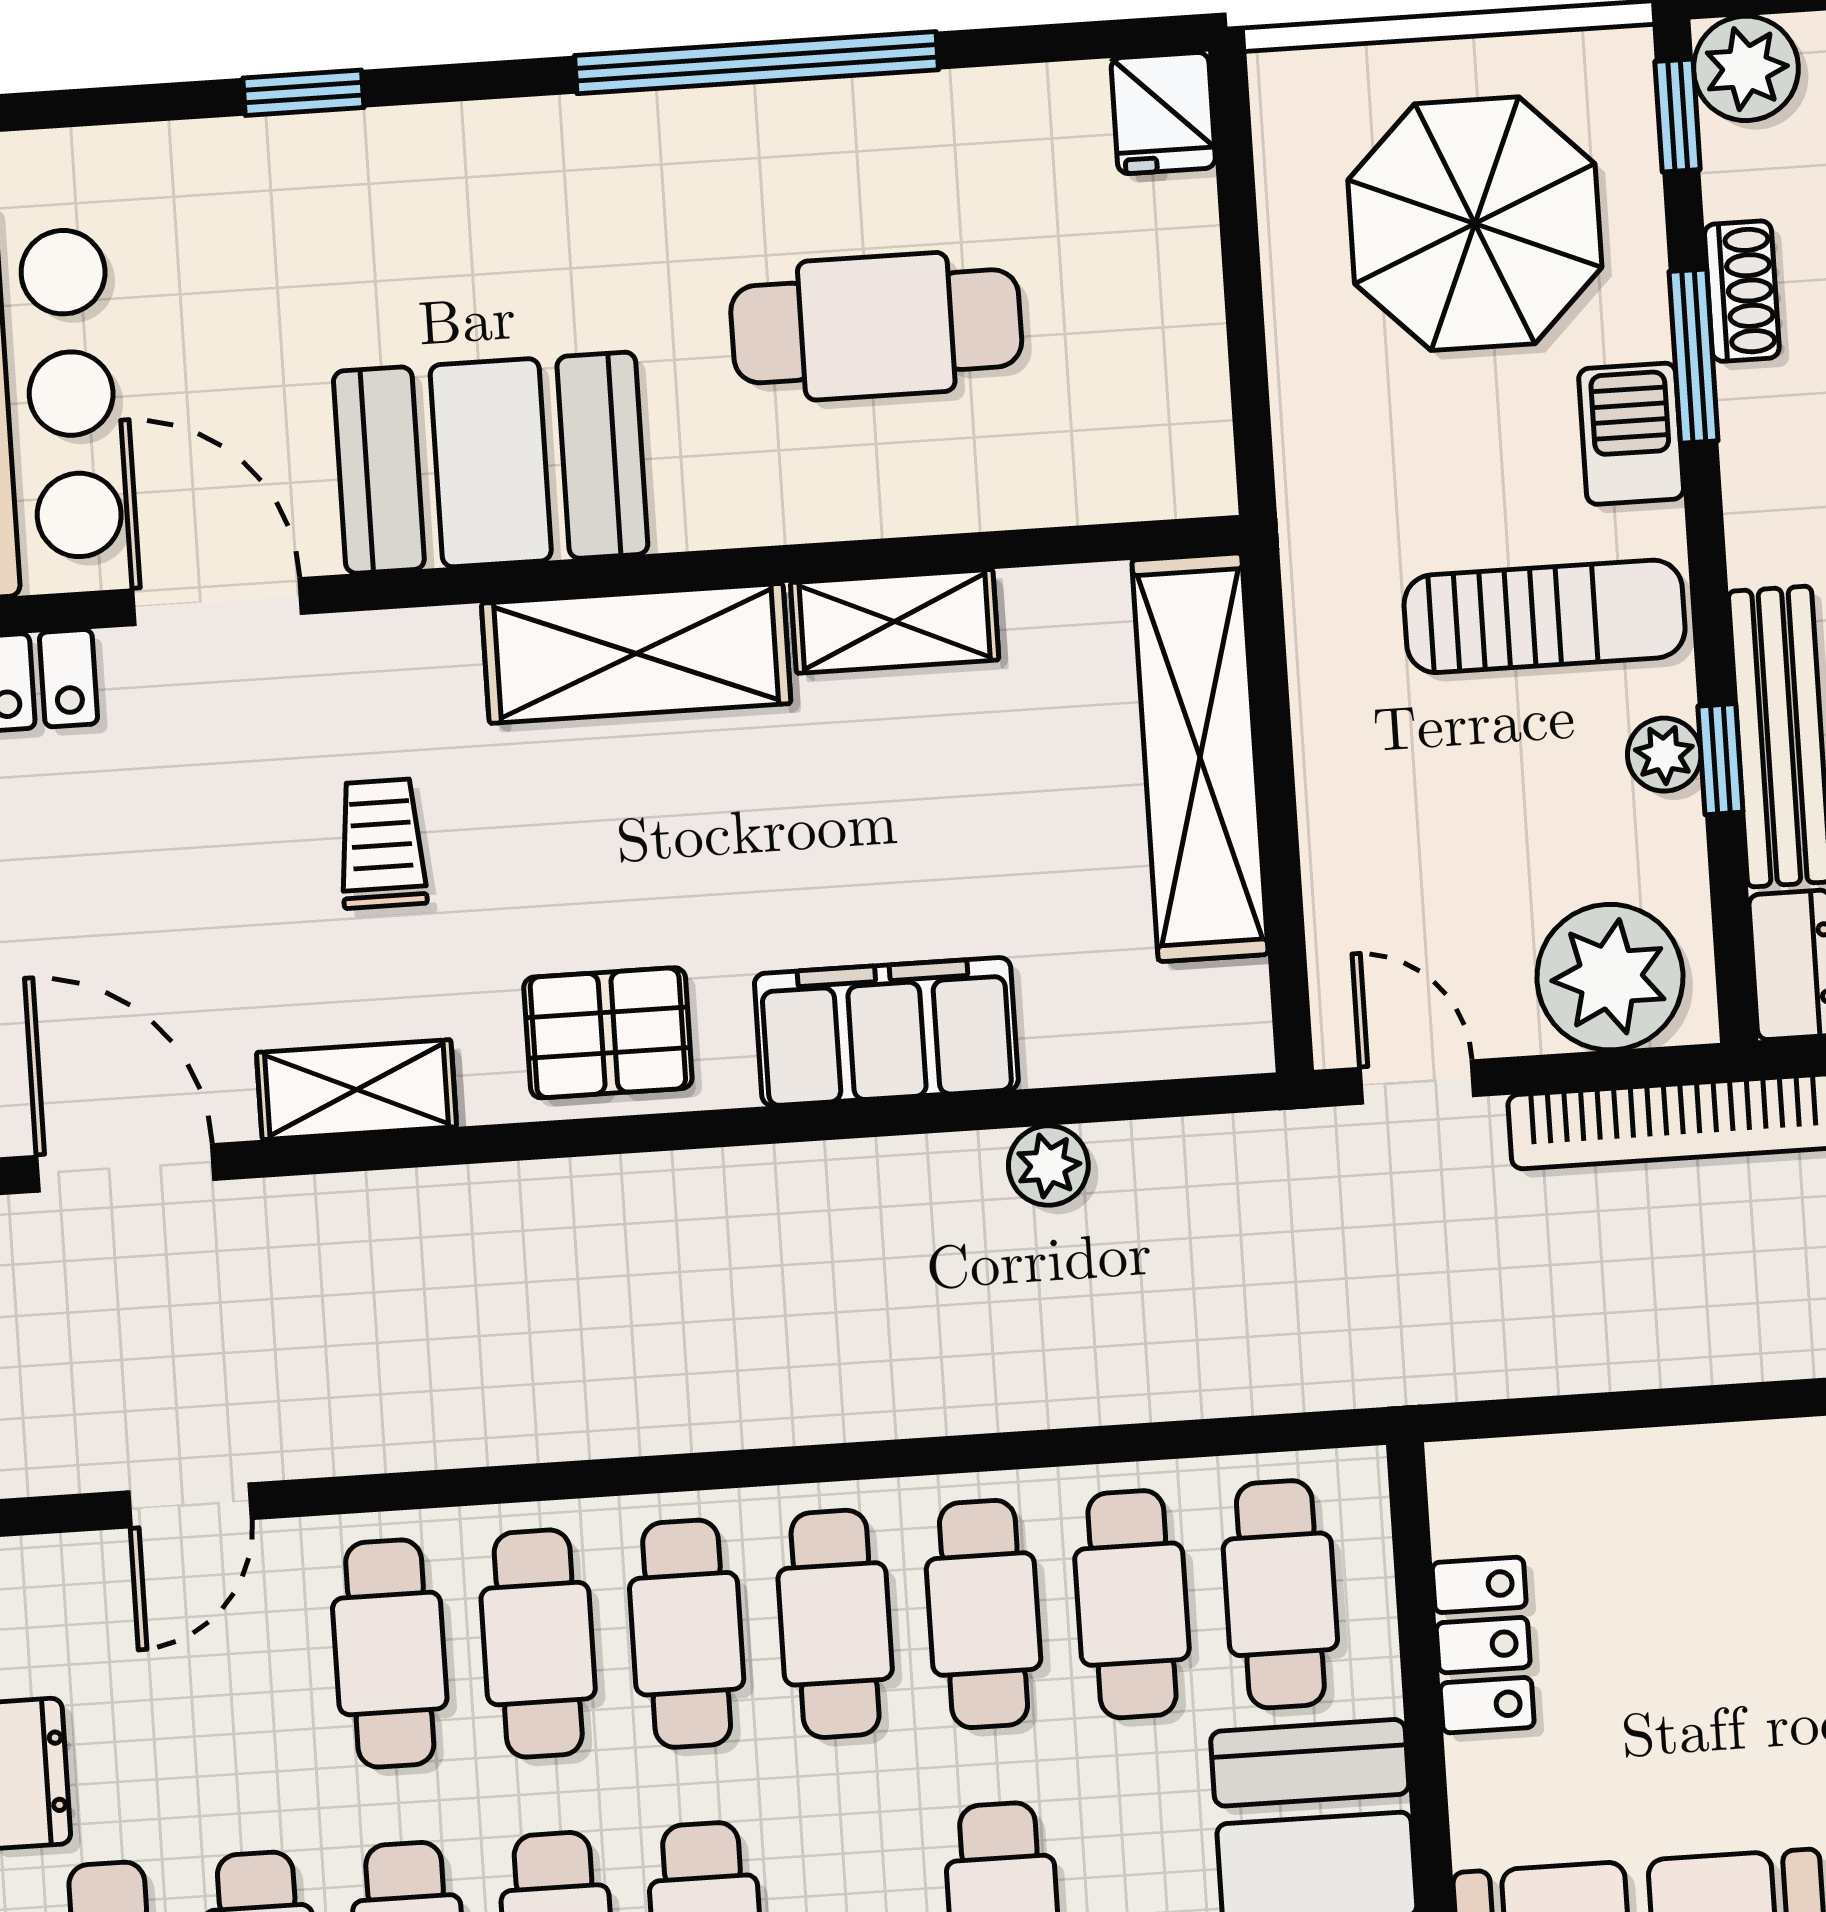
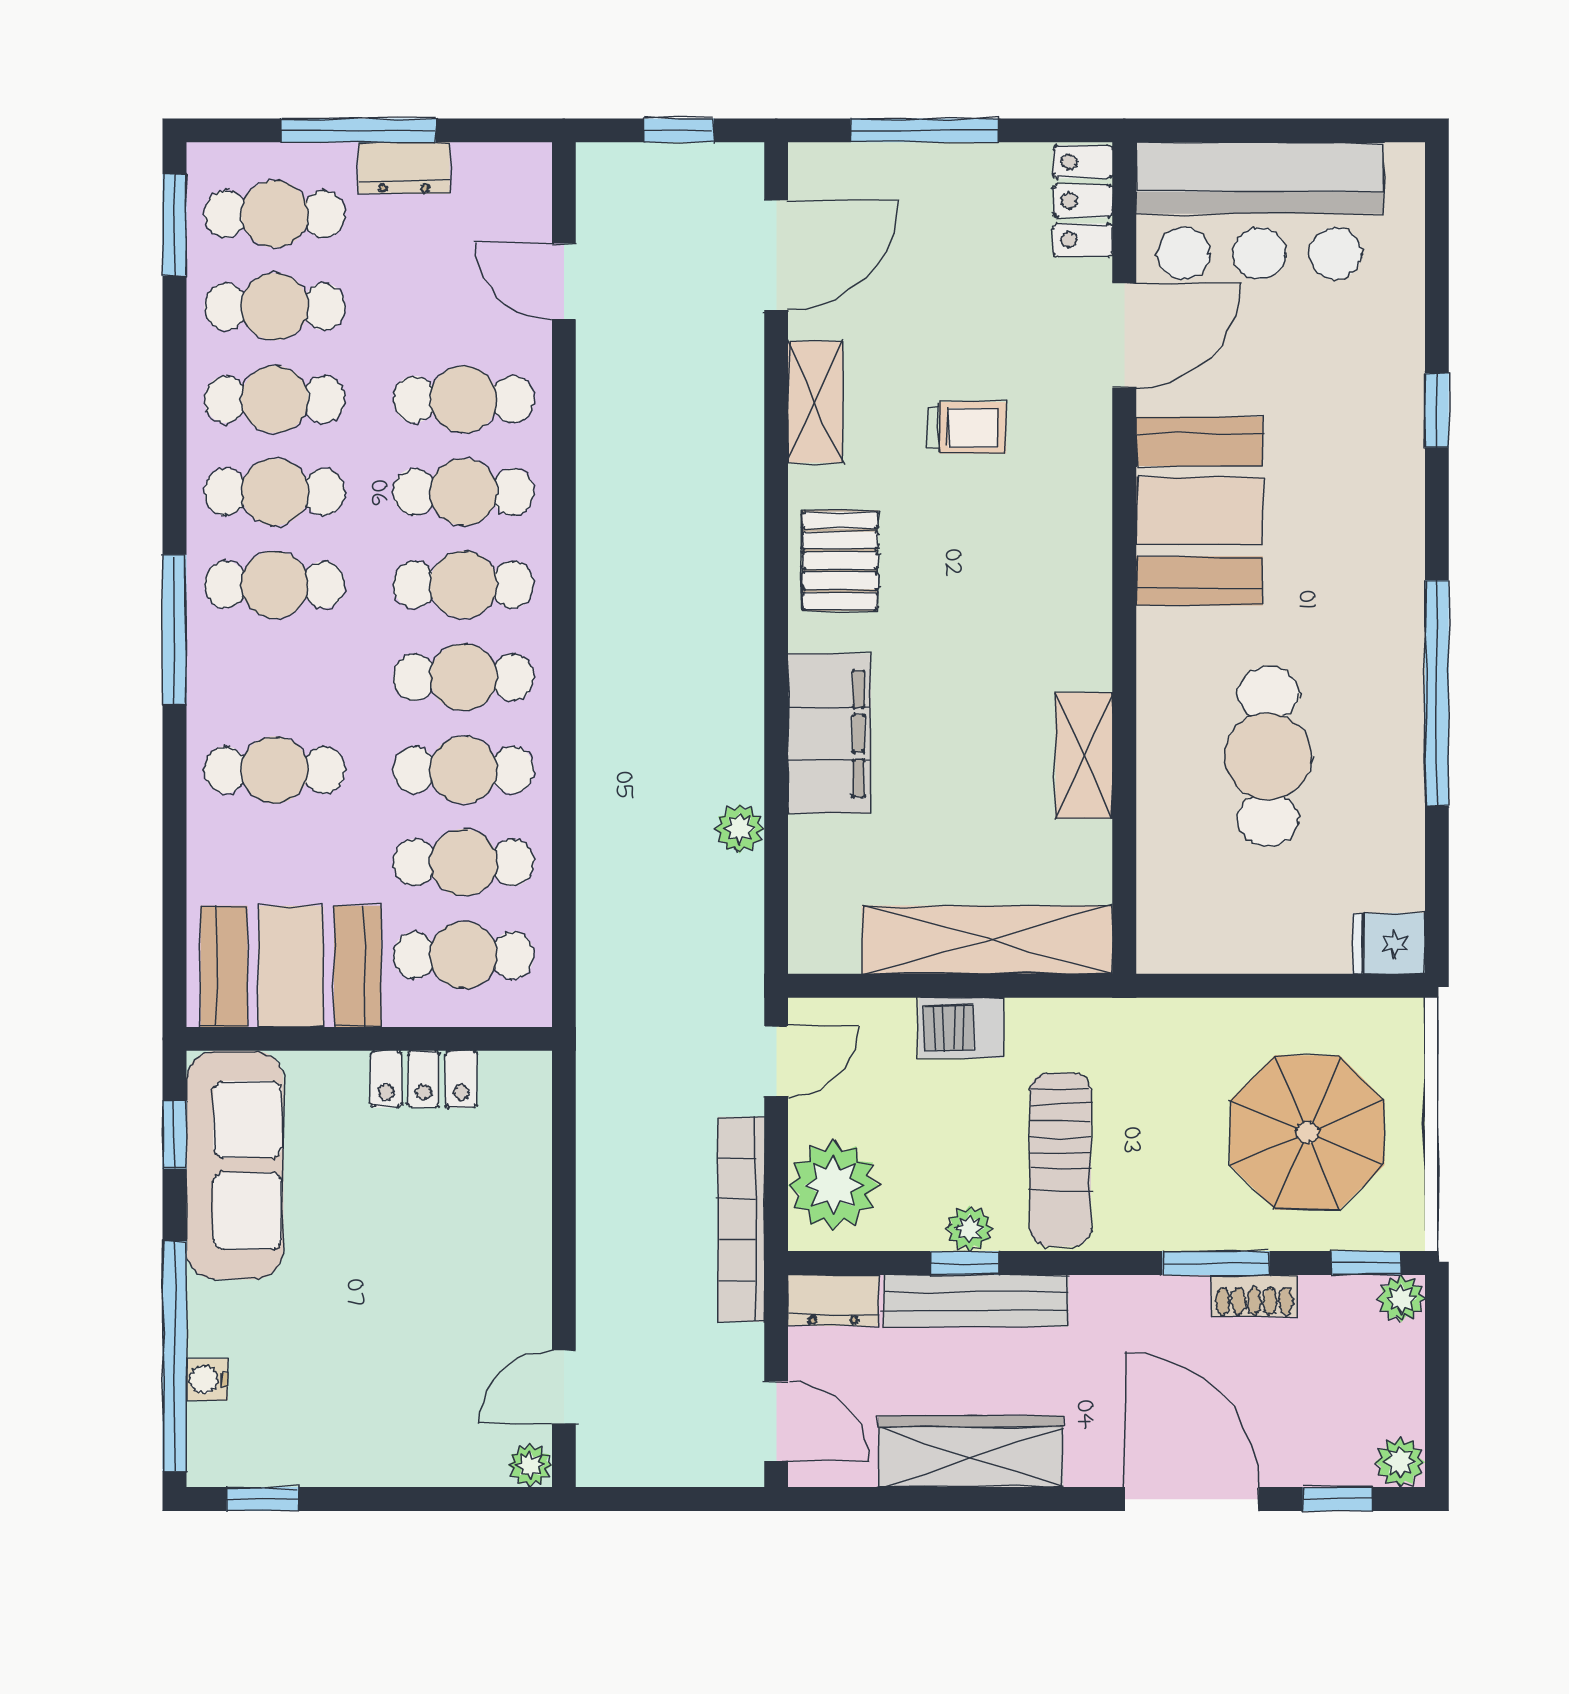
plant: (1746, 68) -> (1401, 1299), width x0.73, depth x0.73
barbecue: (1631, 434) -> (961, 1028), moved, turned 180
shelving: (636, 653) -> (1075, 594), removed

